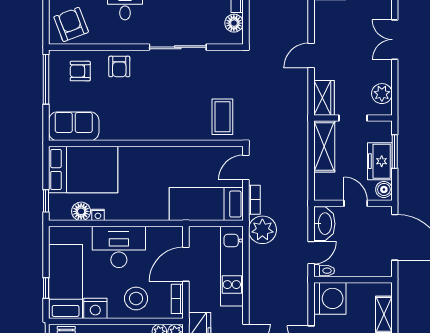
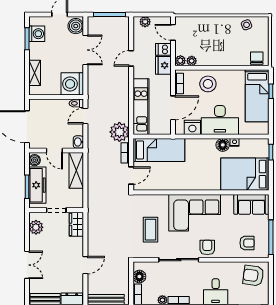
armchair: (71, 24) -> (253, 276), turned 119
door: (311, 56) -> (85, 265), moved
armchair: (119, 66) -> (207, 247), moved
corner sofa: (155, 114) -> (195, 213), added
coffee table: (222, 117) -> (151, 230), moved
shelving: (324, 146) -> (76, 170), moved
freezer: (380, 161) -> (37, 185), width x1.40
floor lamp: (81, 211) -> (223, 145), moved
washbasin: (324, 224) -> (78, 142), width x0.52, depth x0.69
nightstand: (95, 308) -> (192, 127), moved, turned 180

